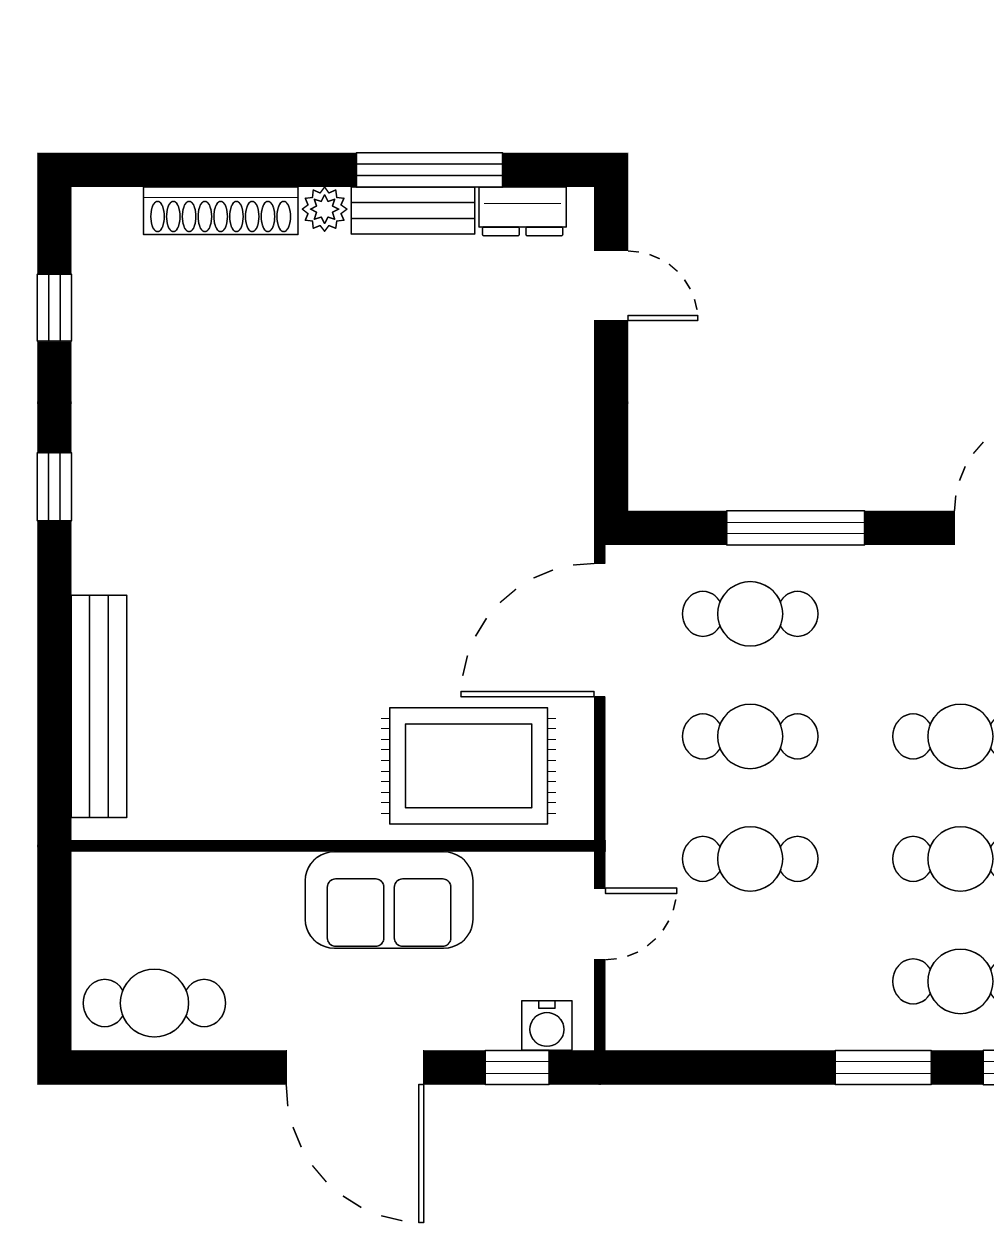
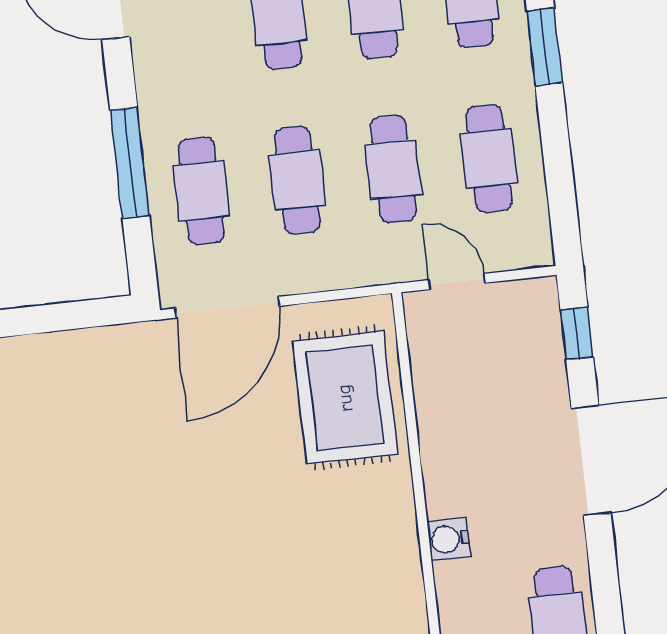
door: (600, 630) -> (227, 307), hinge flipped
sofa: (389, 900) -> (457, 448), removed
cafe table: (750, 981) -> (489, 159), added
water cooler: (547, 1025) -> (449, 539), moved, turned 180

